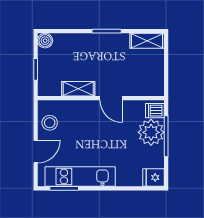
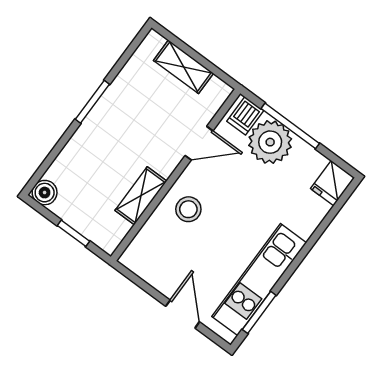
shelving: (147, 41) -> (183, 67), moved, turned 90
door: (111, 98) -> (199, 143), moved
stool: (50, 123) -> (188, 209), moved

